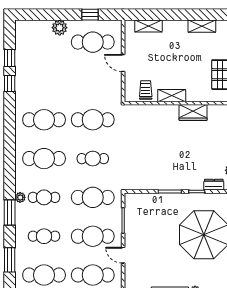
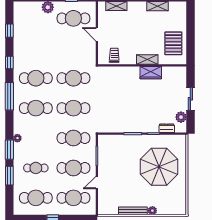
window: (10, 83) -> (9, 63), moved
shelving: (172, 96) -> (147, 60), moved
window: (10, 143) -> (9, 96), added
cafe table: (93, 159) -> (73, 108), width x1.37, depth x1.35
cafe table: (44, 197) -> (36, 138), removed
door: (123, 255) -> (97, 183), hinge flipped
window: (10, 260) -> (9, 176), moved

